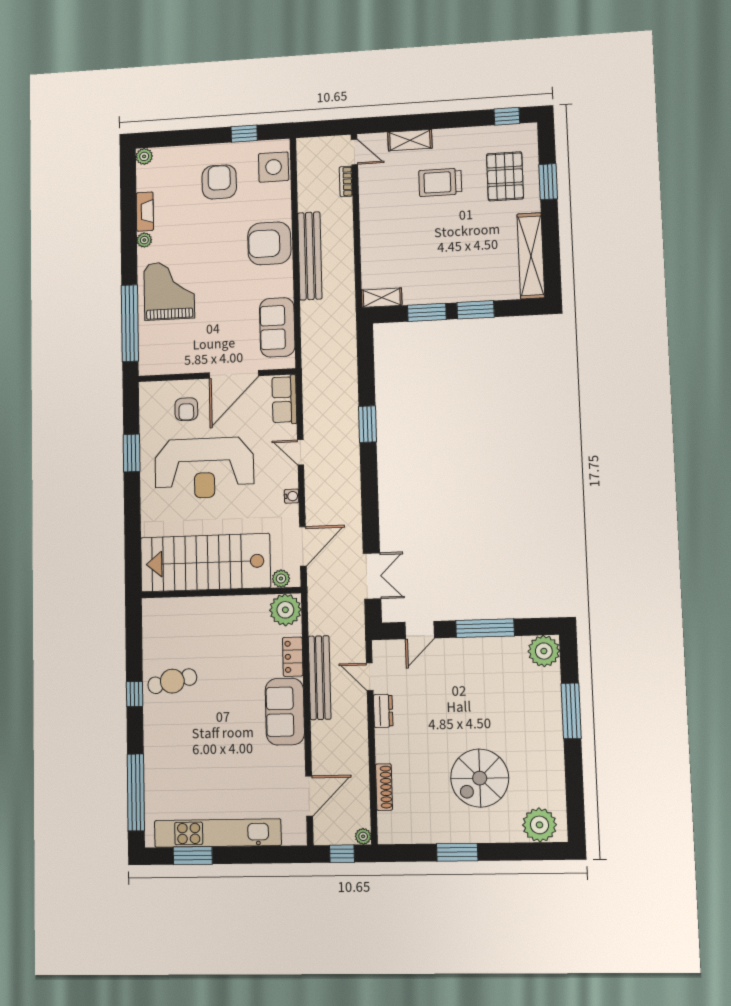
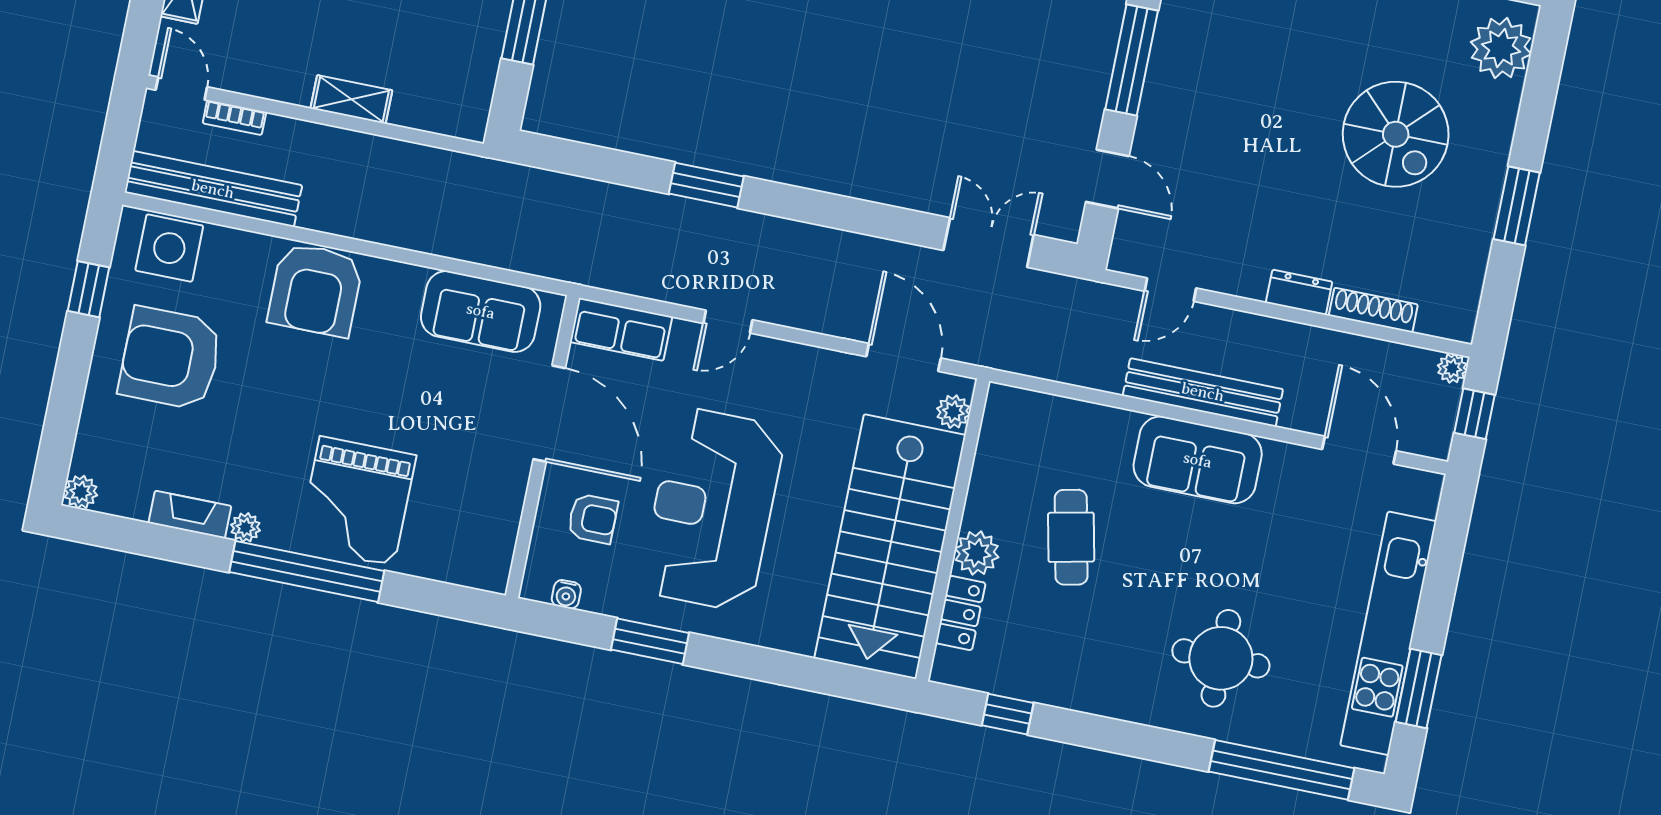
door: (354, 152) -> (181, 88), hinge flipped
armchair: (219, 182) -> (170, 358), width x1.36, depth x1.36
bench: (310, 256) -> (213, 189), moved
grand piano: (169, 291) -> (357, 501), turned -90
shelving: (382, 298) -> (351, 99), moved, turned 90
window: (130, 323) -> (307, 571), moved
reception desk: (204, 468) -> (713, 509), turned 180
water cooler: (292, 496) -> (566, 594), moved, turned 180
plant: (285, 610) -> (977, 553), moved, width x0.73, depth x0.73
locker: (293, 657) -> (961, 613), moved, turned -90
bench: (320, 678) -> (1203, 392), moved
cafe table: (172, 681) -> (1071, 537), moved
window: (135, 694) -> (1008, 714), moved
dresser: (383, 711) -> (1299, 292), moved
round table: (186, 747) -> (1221, 658), added

